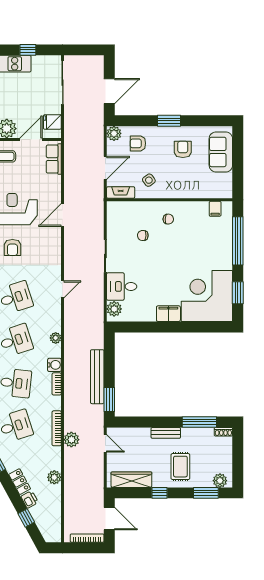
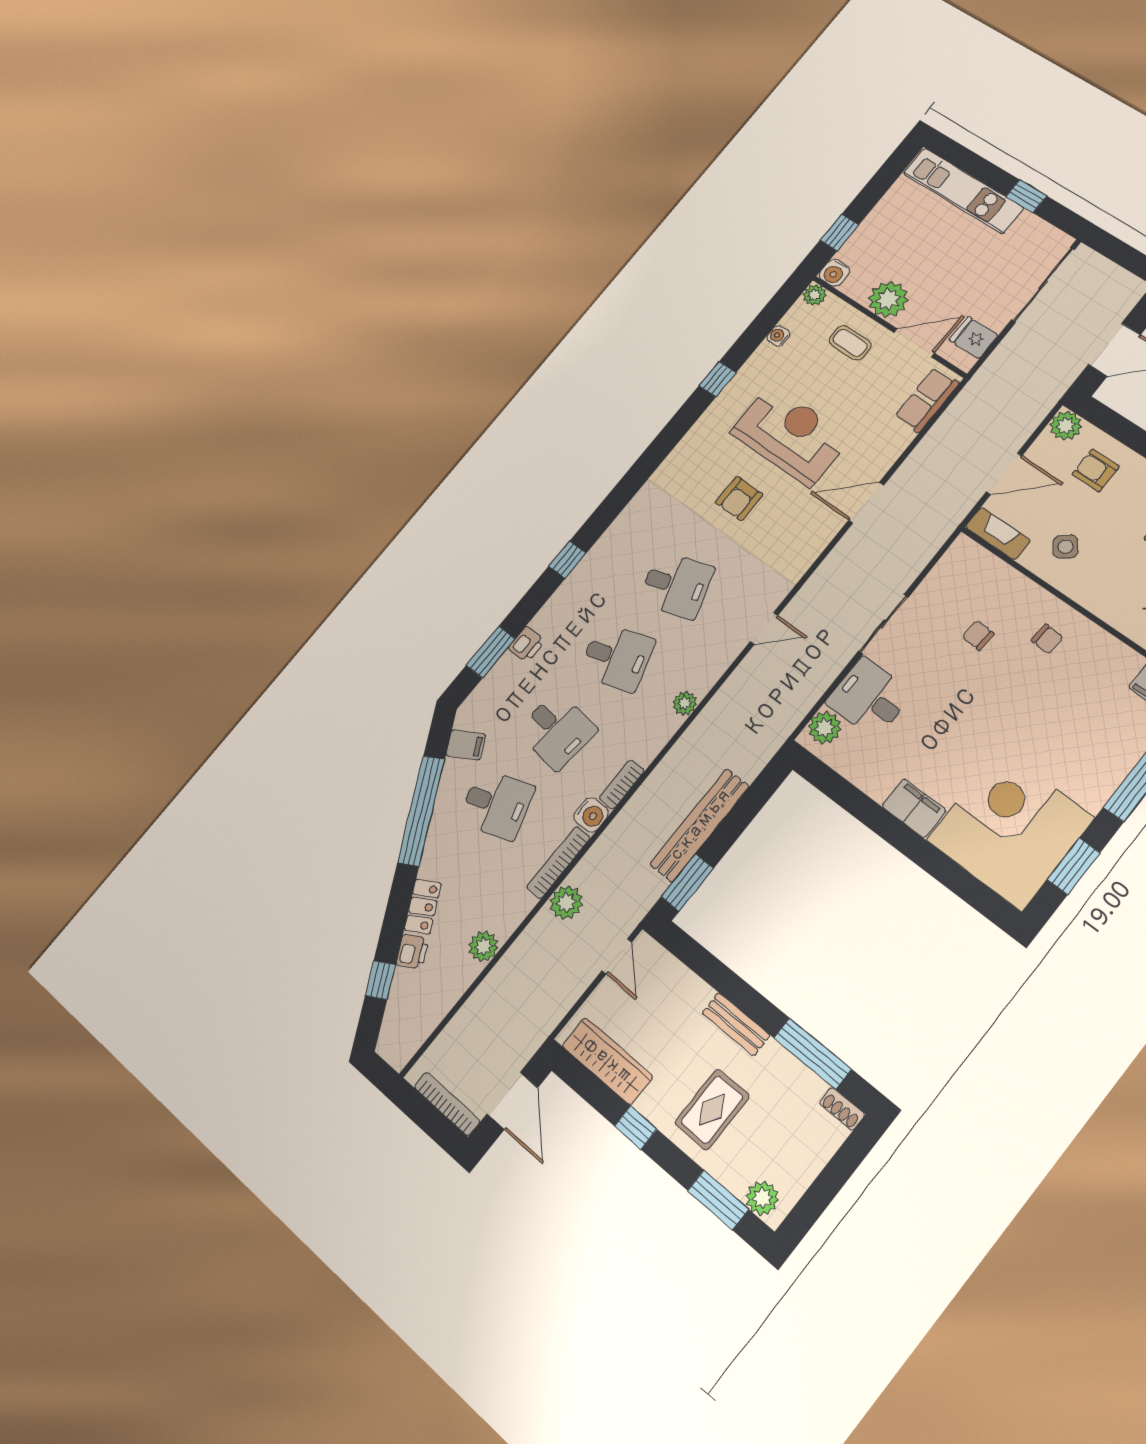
water cooler: (54, 365) -> (591, 815), moved

